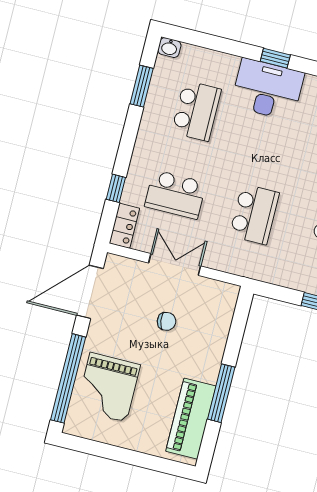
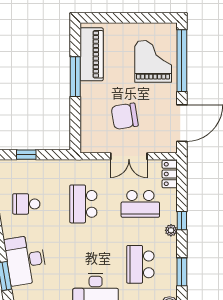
plant: (142, 147) -> (171, 230), added
window: (116, 188) -> (182, 221), moved
school desk: (175, 195) -> (140, 204), turned 180
chair: (167, 321) -> (125, 116), width x1.87, depth x1.87

